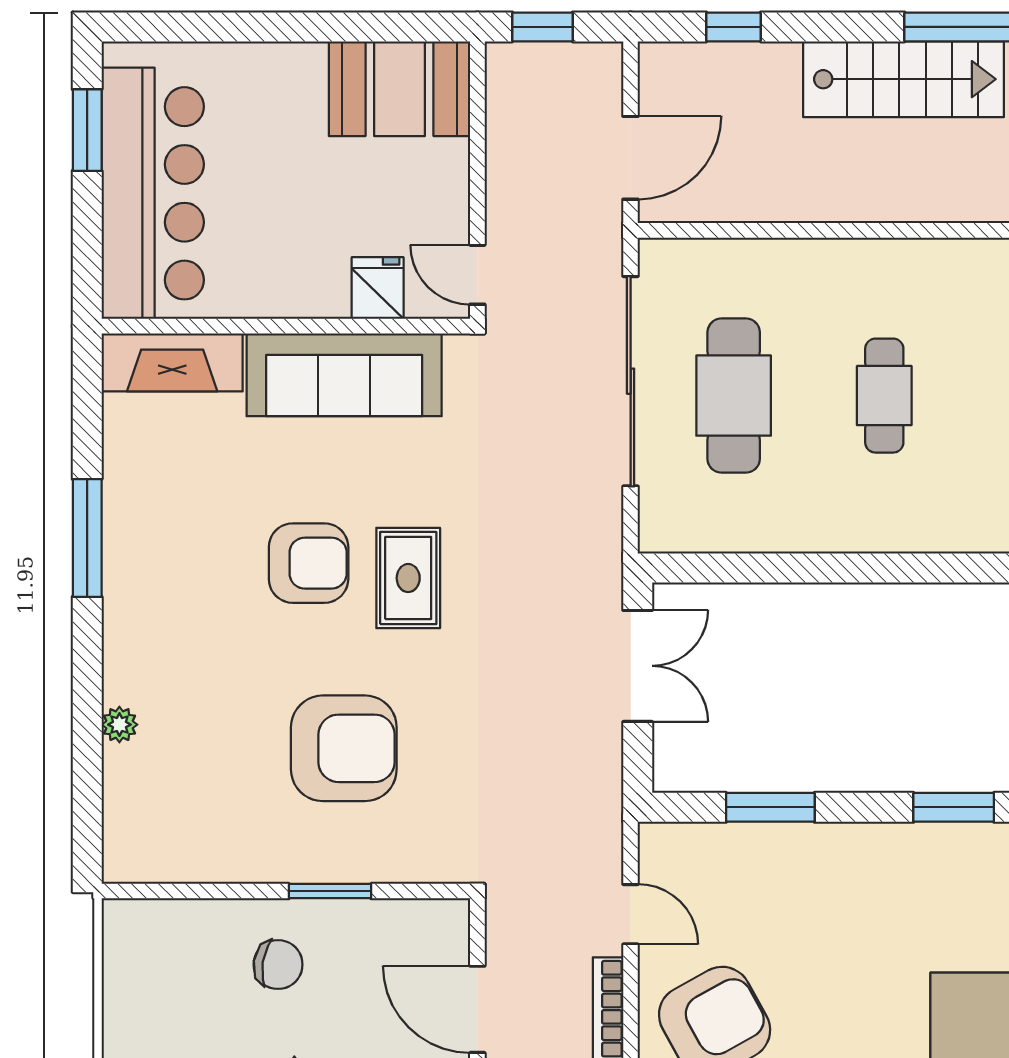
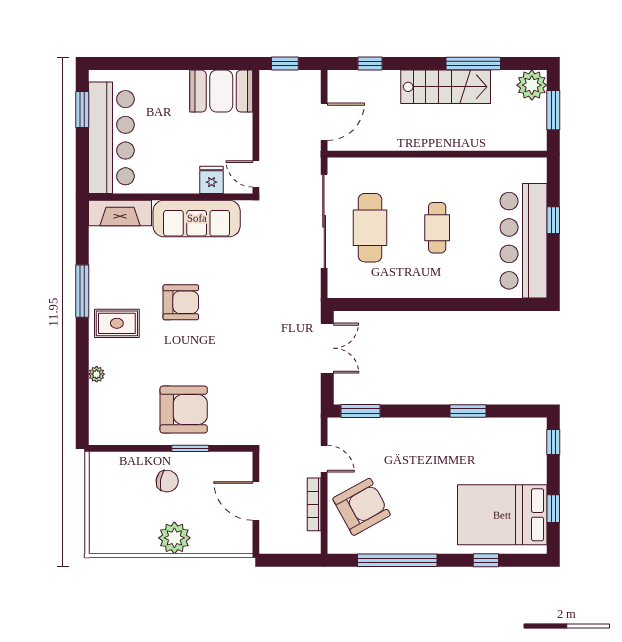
rug: (408, 578) -> (117, 323), moved, turned 90
armchair: (344, 748) -> (184, 409), moved
window: (770, 807) -> (360, 411), moved

